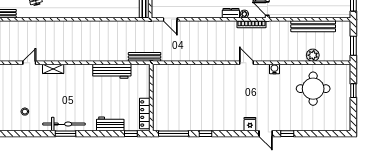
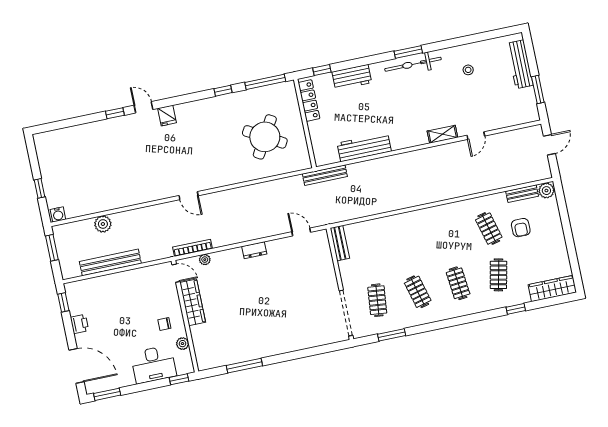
dresser: (231, 13) -> (254, 250), moved
water cooler: (274, 69) -> (58, 214), moved
round table: (313, 89) -> (265, 137), moved, turned 30

